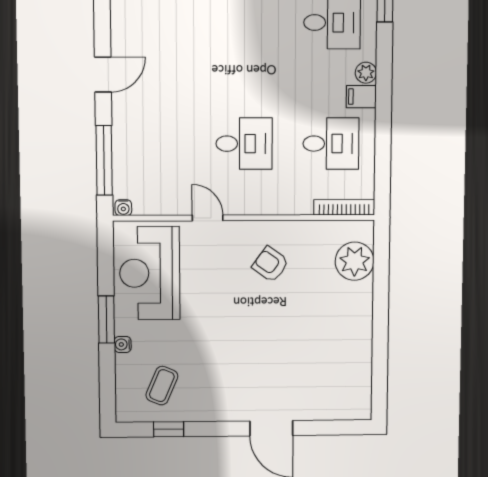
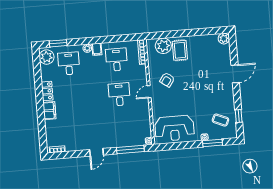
door: (103, 75) -> (97, 152), swing flipped
door: (208, 218) -> (149, 92), moved
rug: (340, 300) -> (180, 50), added
window: (106, 320) -> (213, 143), moved
plant: (359, 407) -> (224, 39), added

